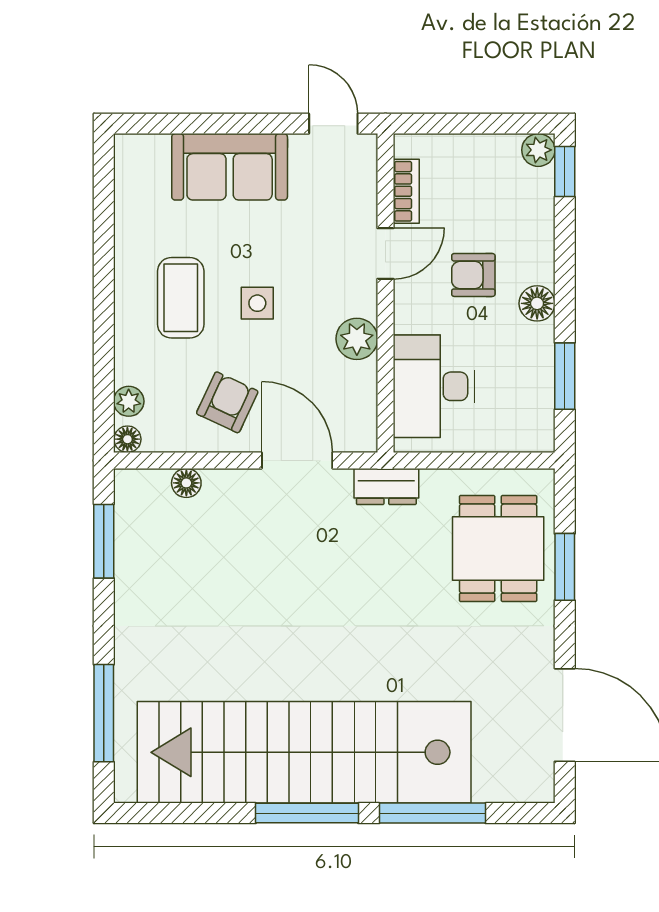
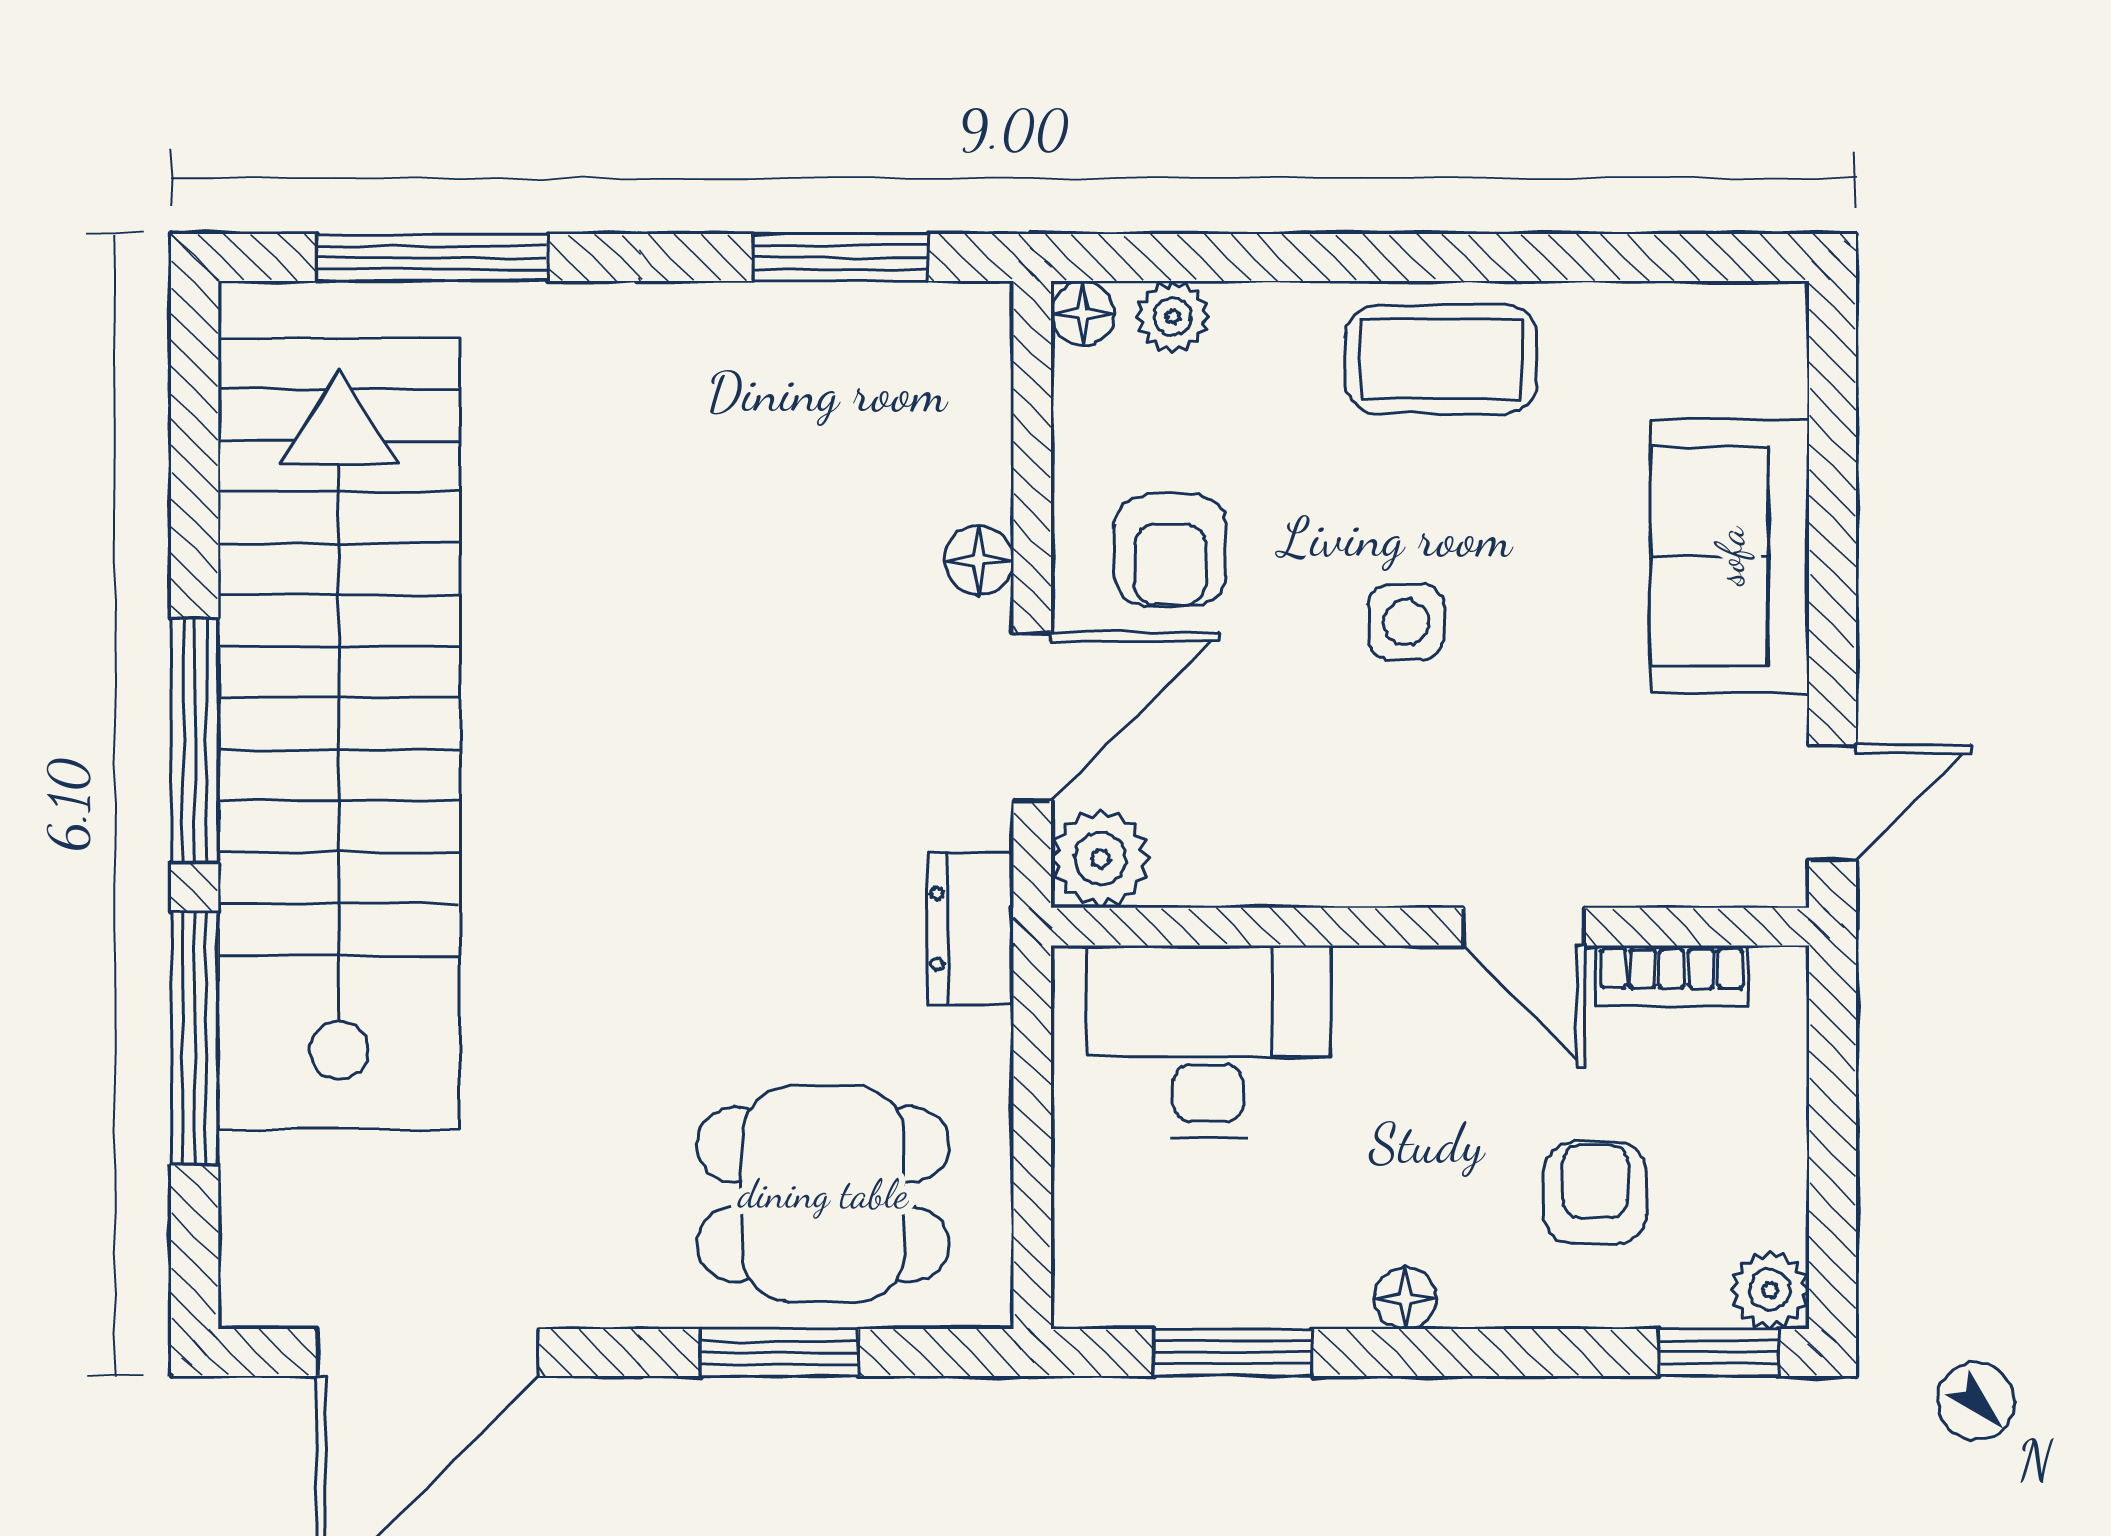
armchair: (473, 275) -> (1595, 1193), moved
coffee table: (181, 298) -> (1441, 359), moved
floor lamp: (537, 303) -> (1405, 1298), width x0.73, depth x0.73
plant: (357, 339) -> (1100, 859), moved
armchair: (227, 402) -> (1170, 551), turned 65
floor lamp: (186, 483) -> (979, 560), moved

